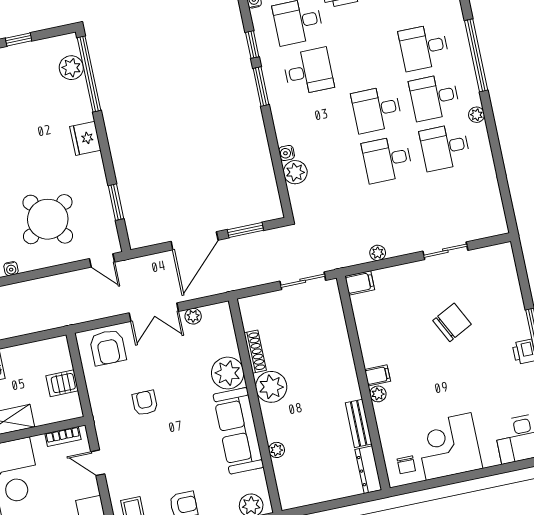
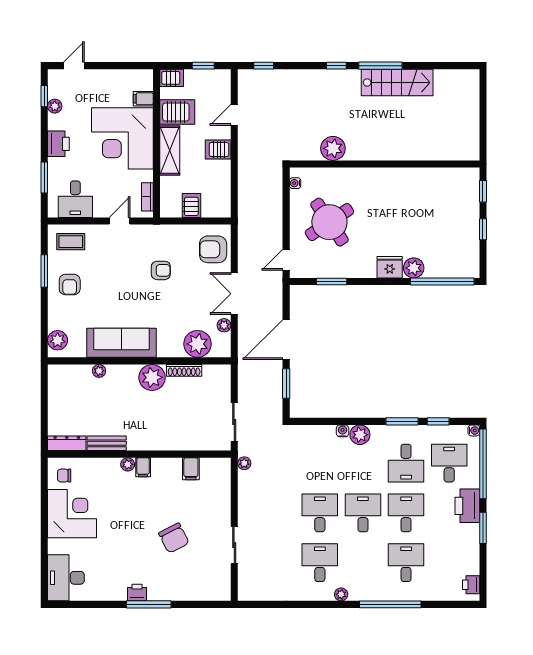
plant: (71, 68) -> (414, 268), moved
desk: (434, 97) -> (406, 513), moved
plant: (295, 172) -> (360, 435), moved
door: (195, 241) -> (286, 340), hinge flipped
plant: (378, 253) -> (244, 463), moved
filing cabinet: (360, 283) -> (191, 469), moved
plant: (228, 373) -> (197, 344), moved

